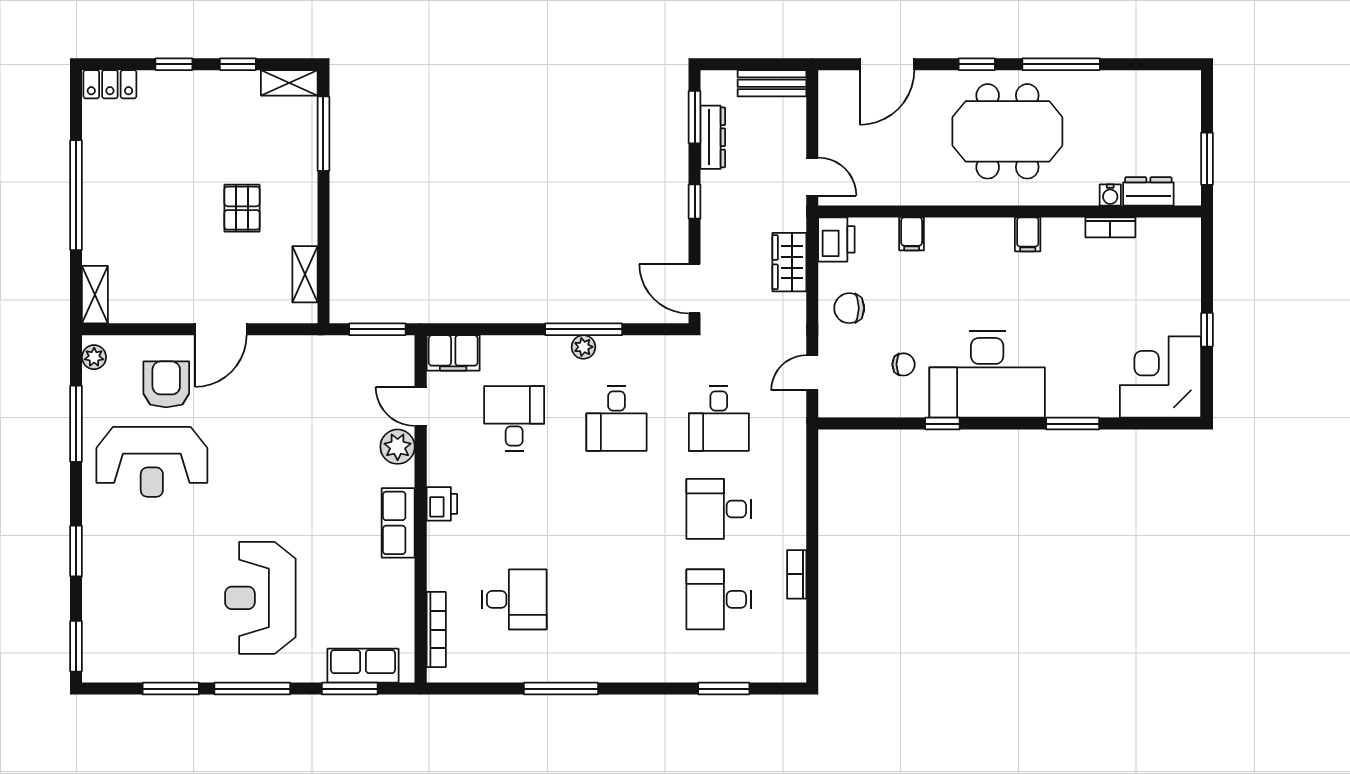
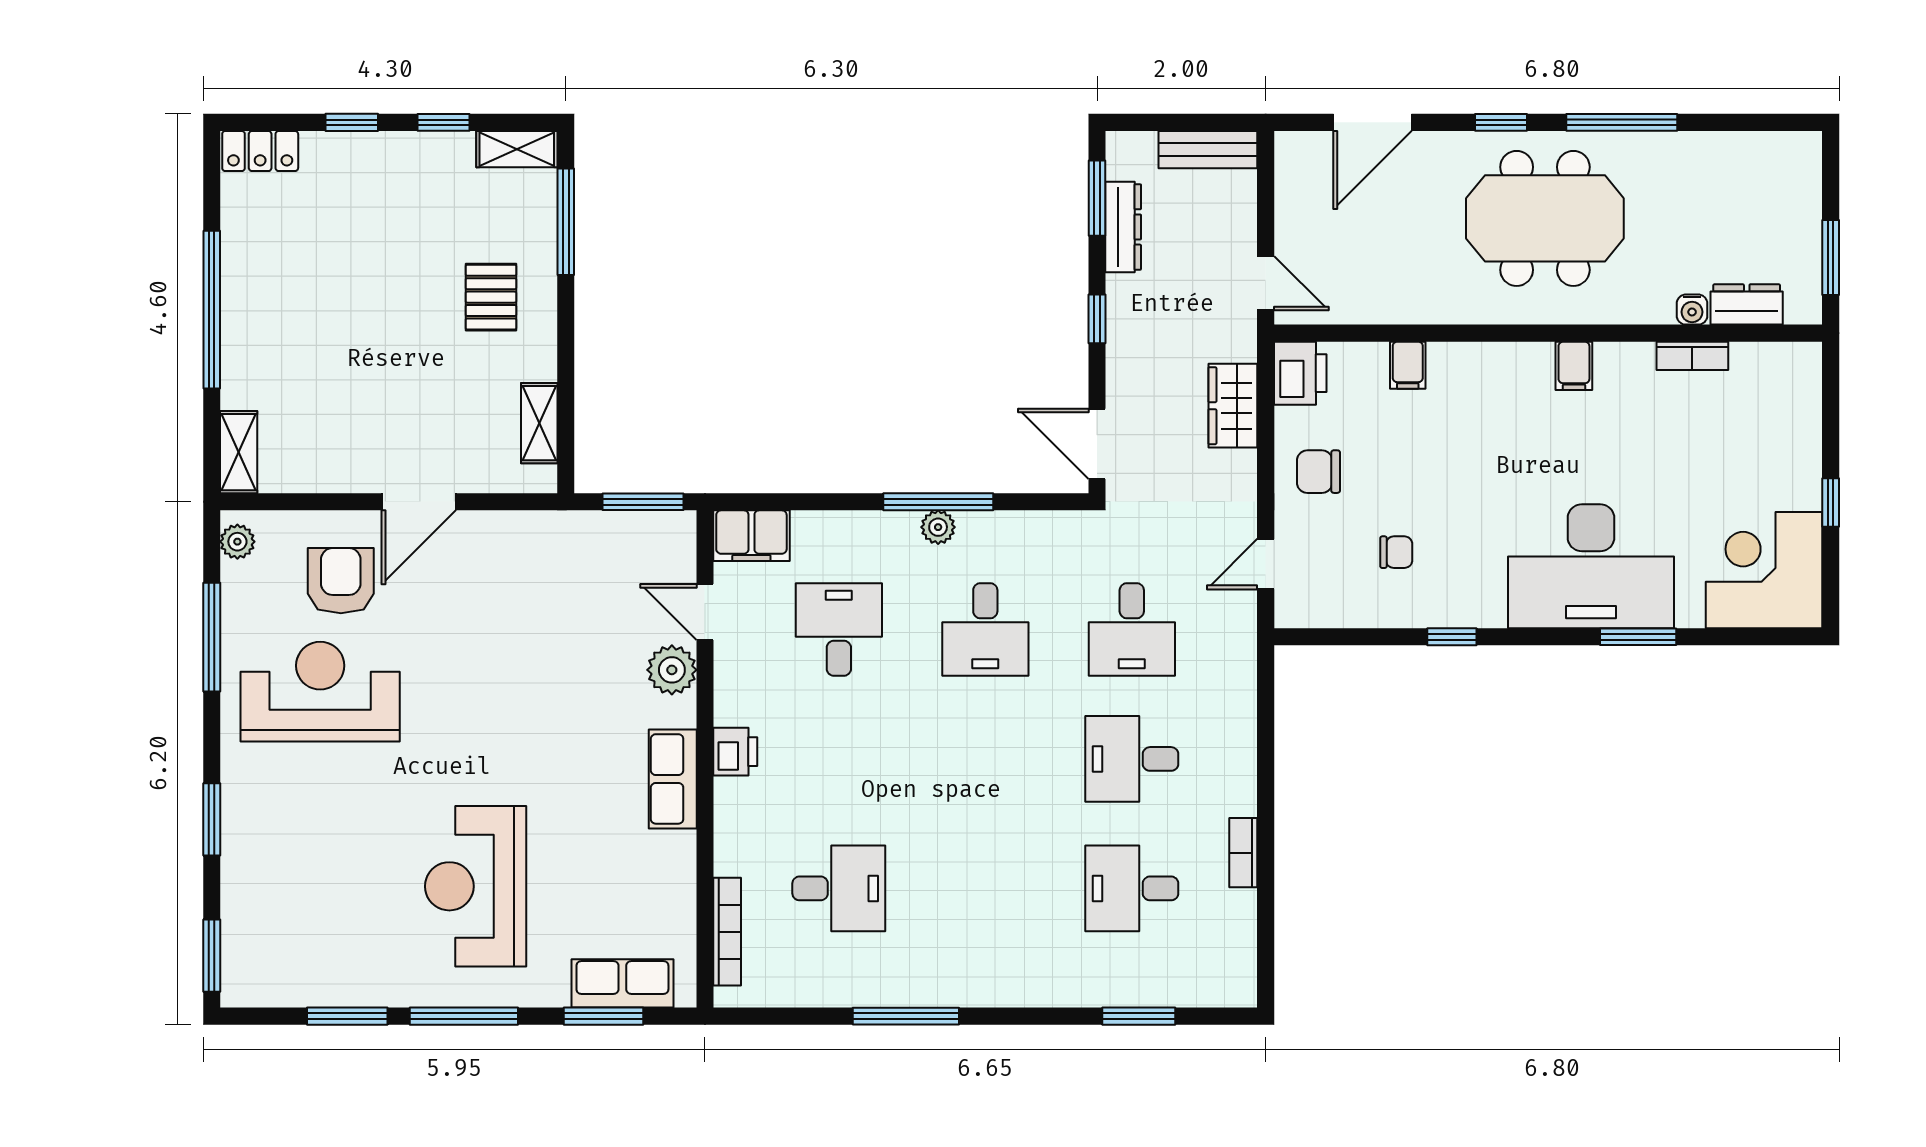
pallet: (242, 208) -> (491, 297), moved
desk: (987, 374) -> (1591, 566), moved
reception desk: (152, 462) -> (320, 692), turned 180

